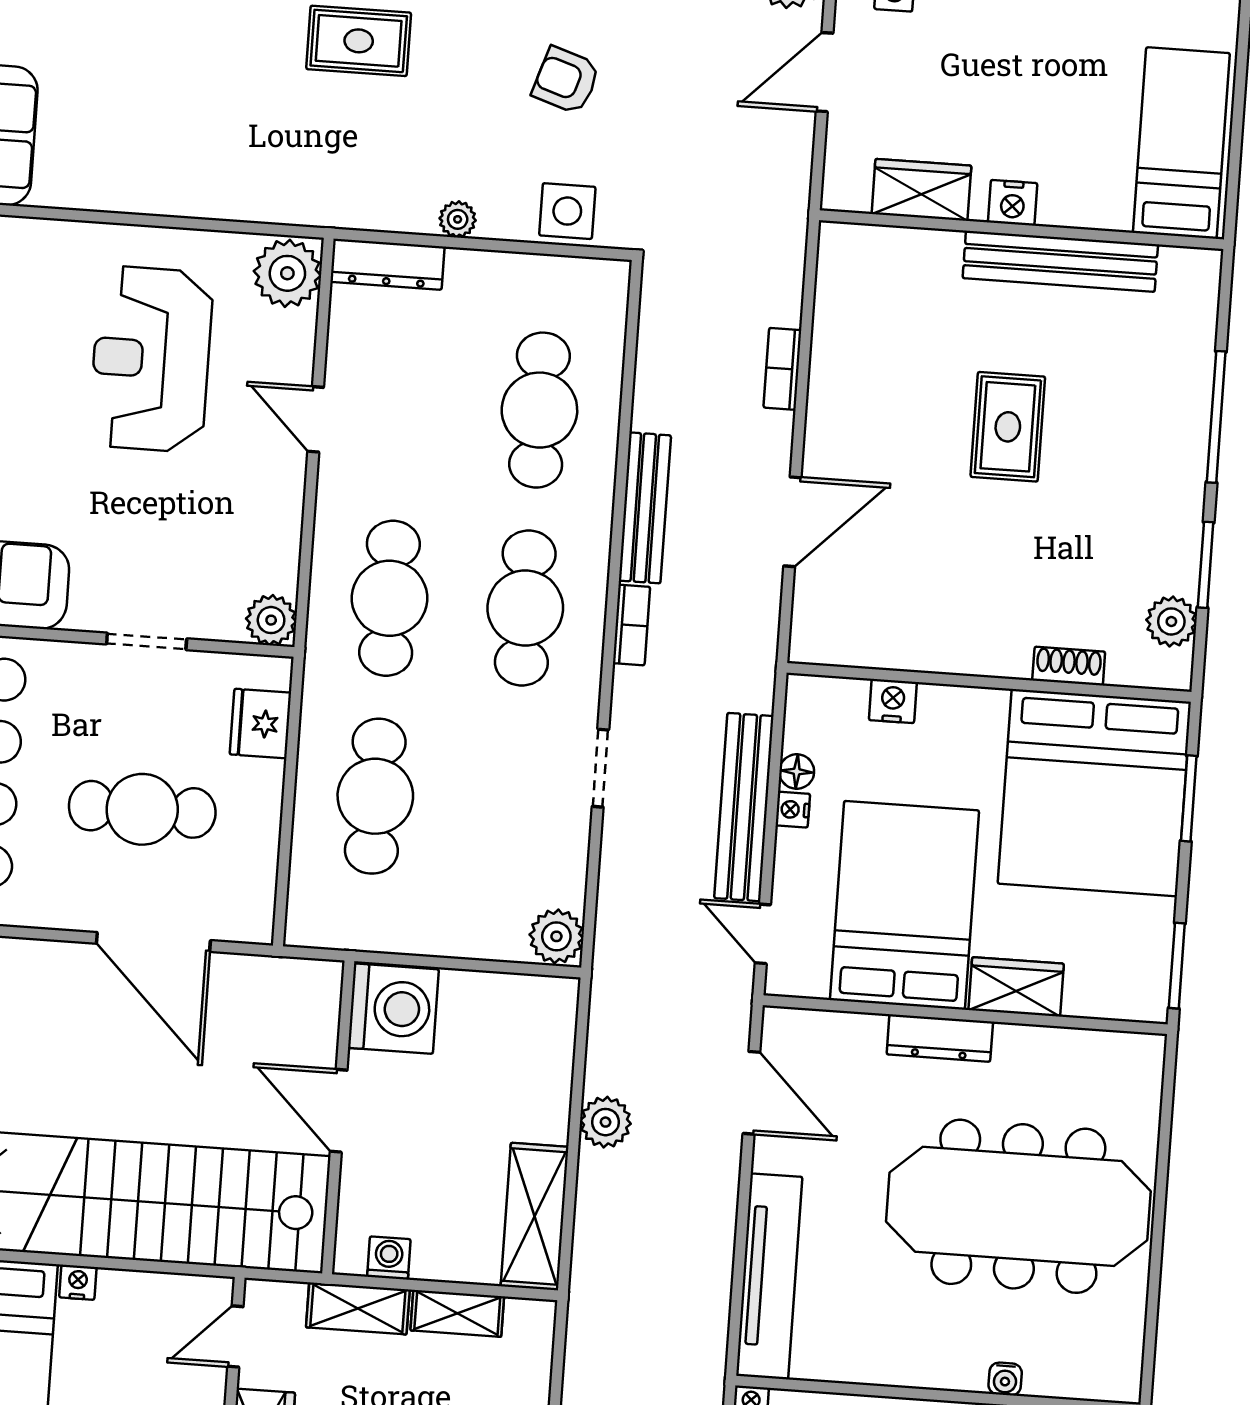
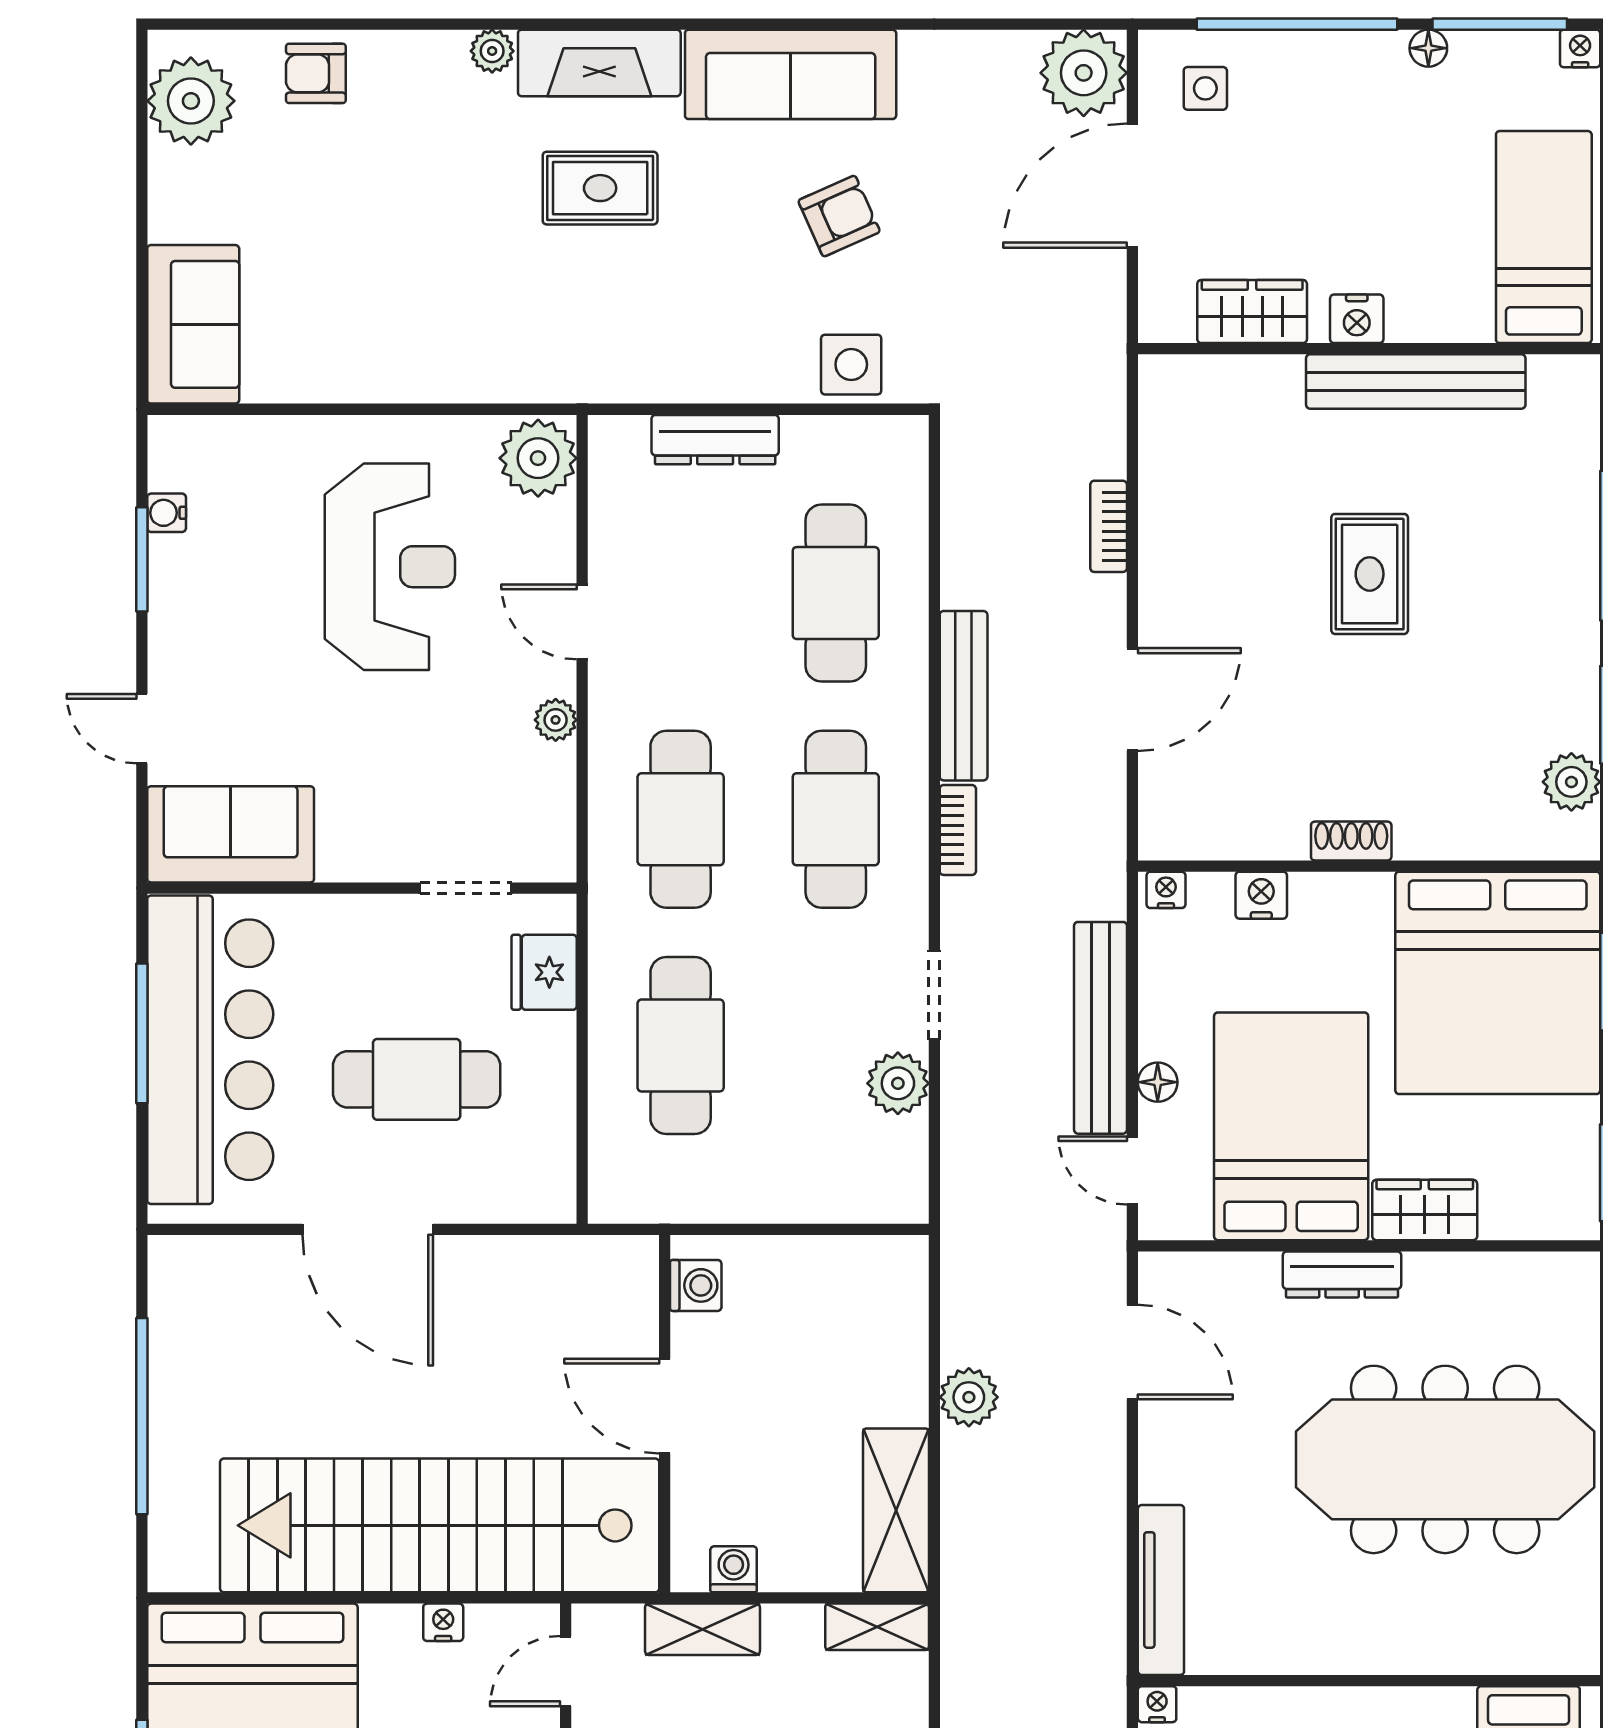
door: (825, 72) -> (1132, 186), width x1.36
armchair: (566, 80) -> (839, 216), turned 138
plant: (458, 219) -> (727, 383), removed
dresser: (387, 264) -> (715, 440), moved
reception desk: (151, 359) -> (390, 567), turned 180
plant: (271, 620) -> (556, 720), moved, width x0.73, depth x0.73
doorway: (147, 641) -> (466, 888), moved
shoe rack: (1069, 666) -> (1351, 841), moved
floor lamp: (797, 772) -> (1158, 1082), moved
nightstand: (793, 810) -> (1166, 890), moved, turned 90
plant: (556, 936) -> (898, 1083), moved
door: (153, 942) -> (368, 1229), moved
washing machine: (393, 1009) -> (696, 1285), width x0.53, depth x0.53
tv unit: (769, 1276) -> (1161, 1590), width x0.73, depth x0.78
nightstand: (78, 1282) -> (443, 1622), moved
shelving: (457, 1313) -> (877, 1627), moved
water cooler: (1005, 1379) -> (1444, 1657), removed

